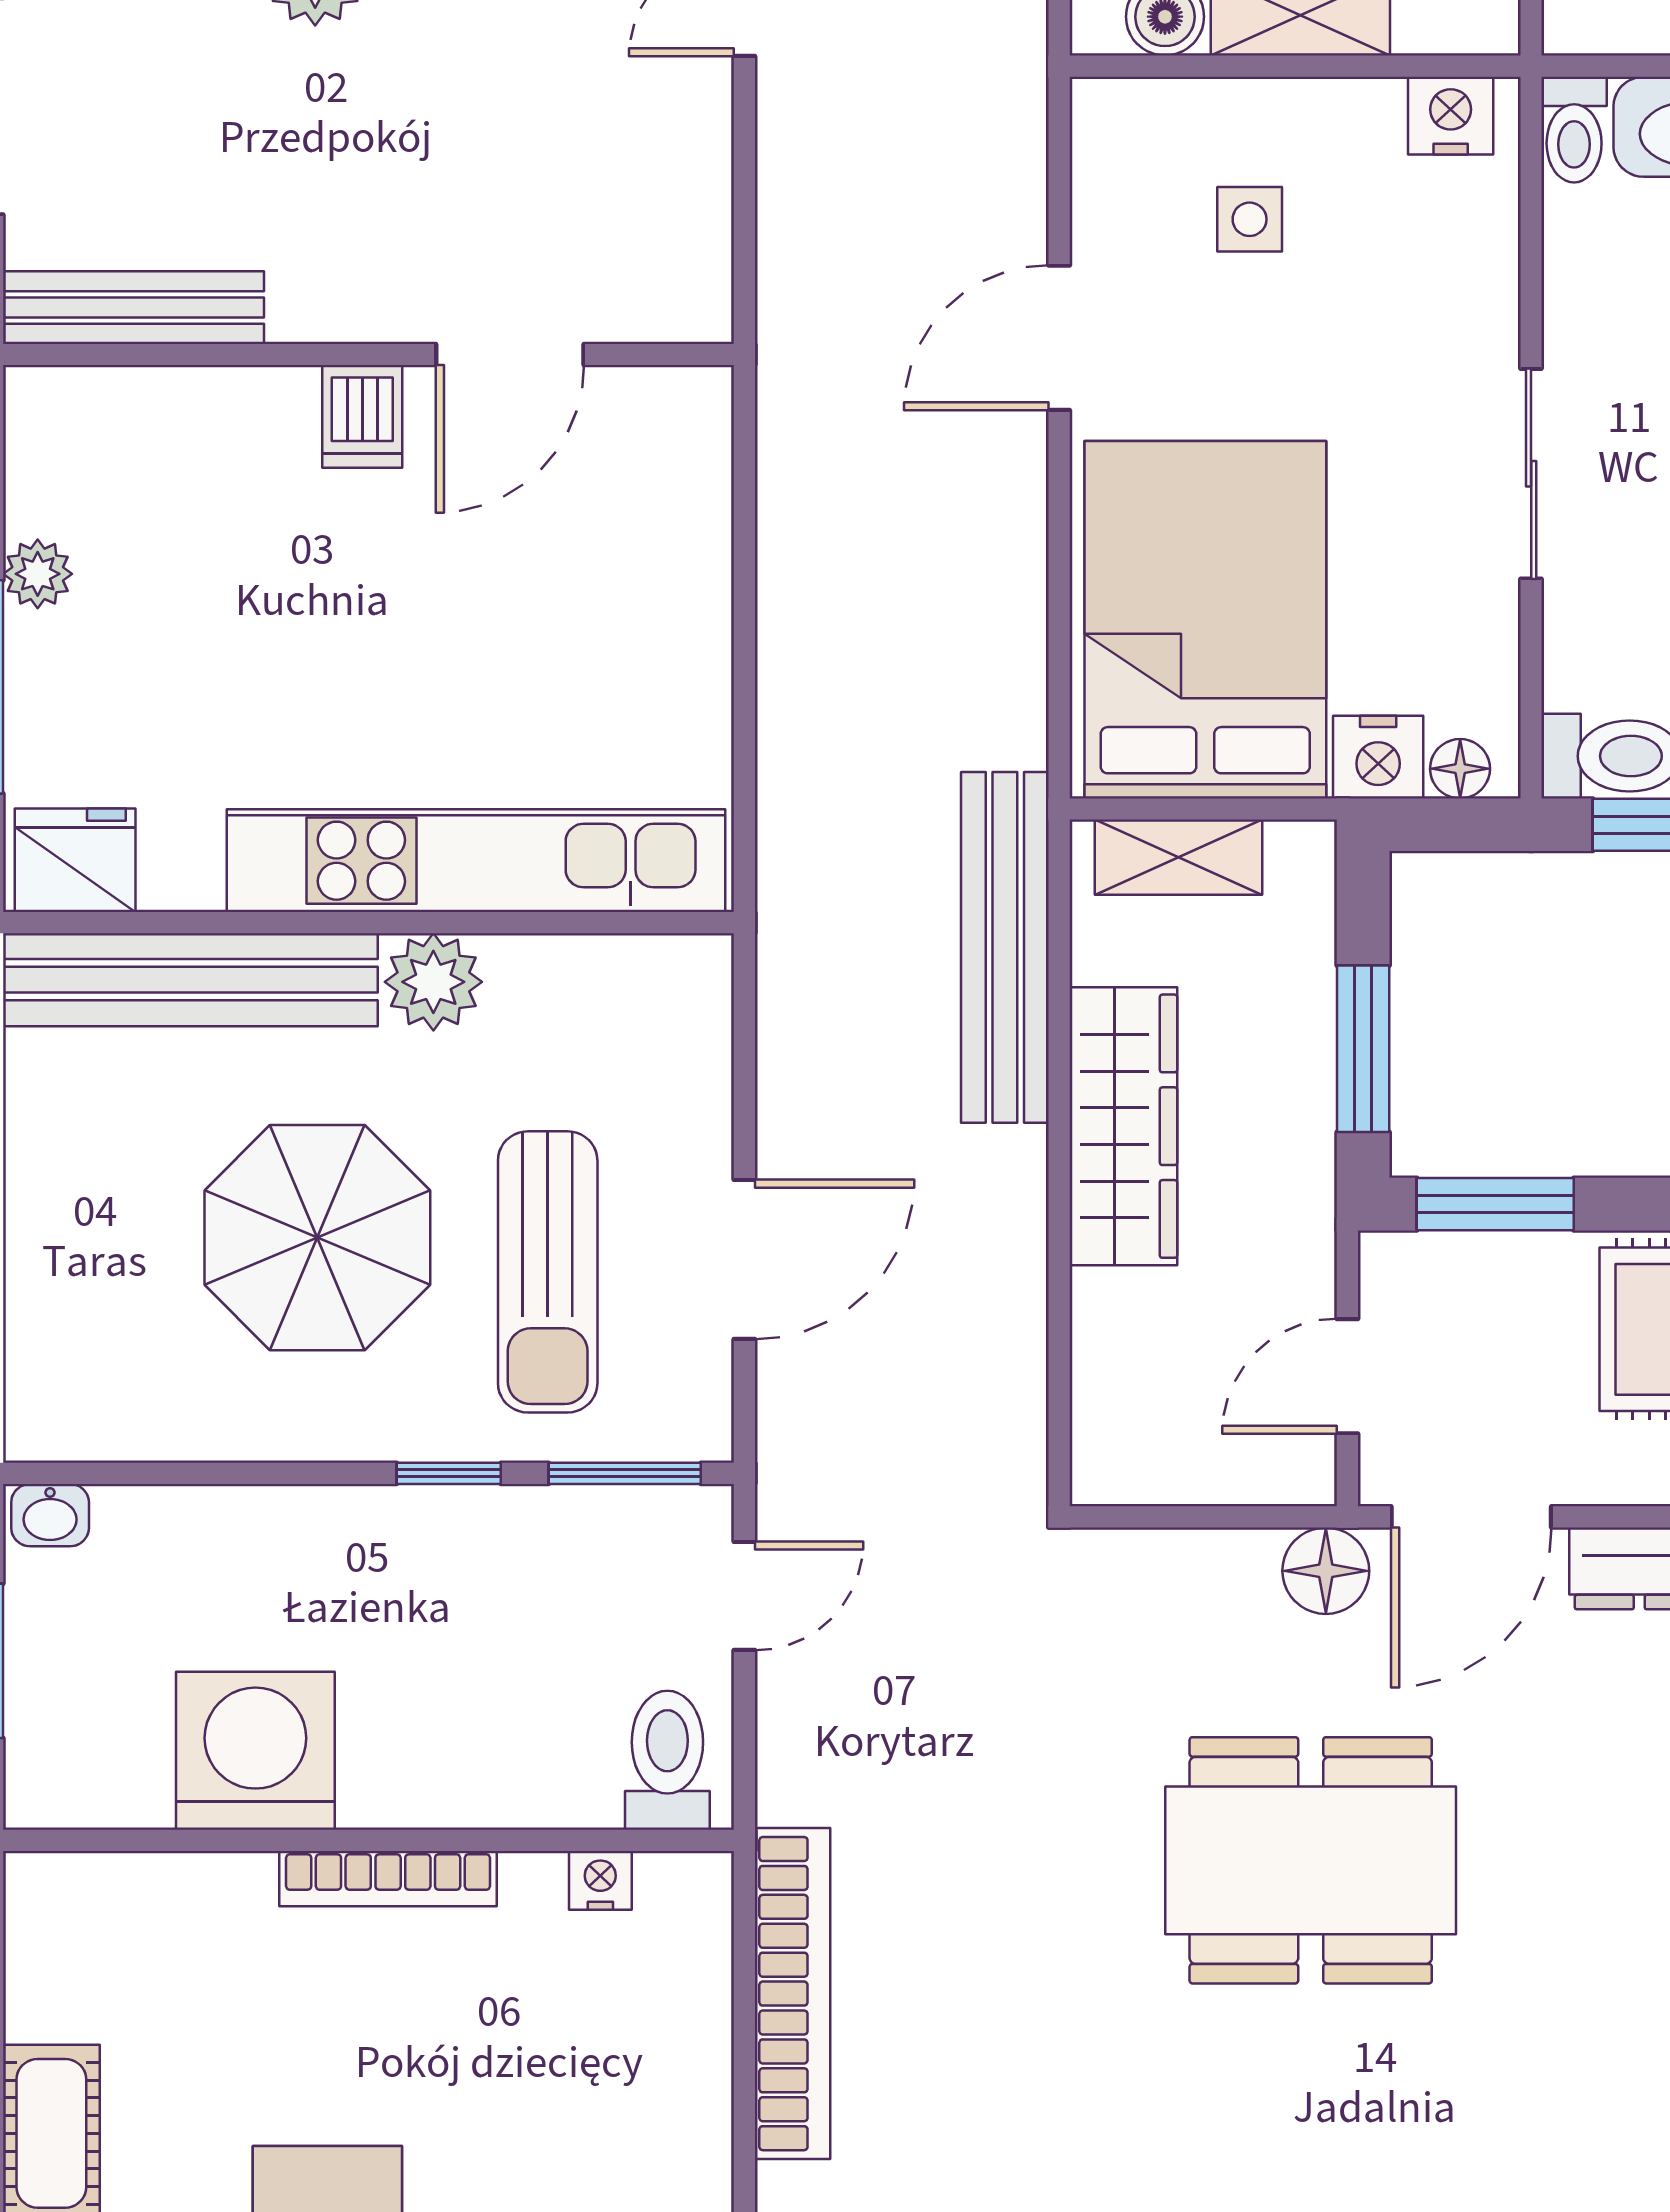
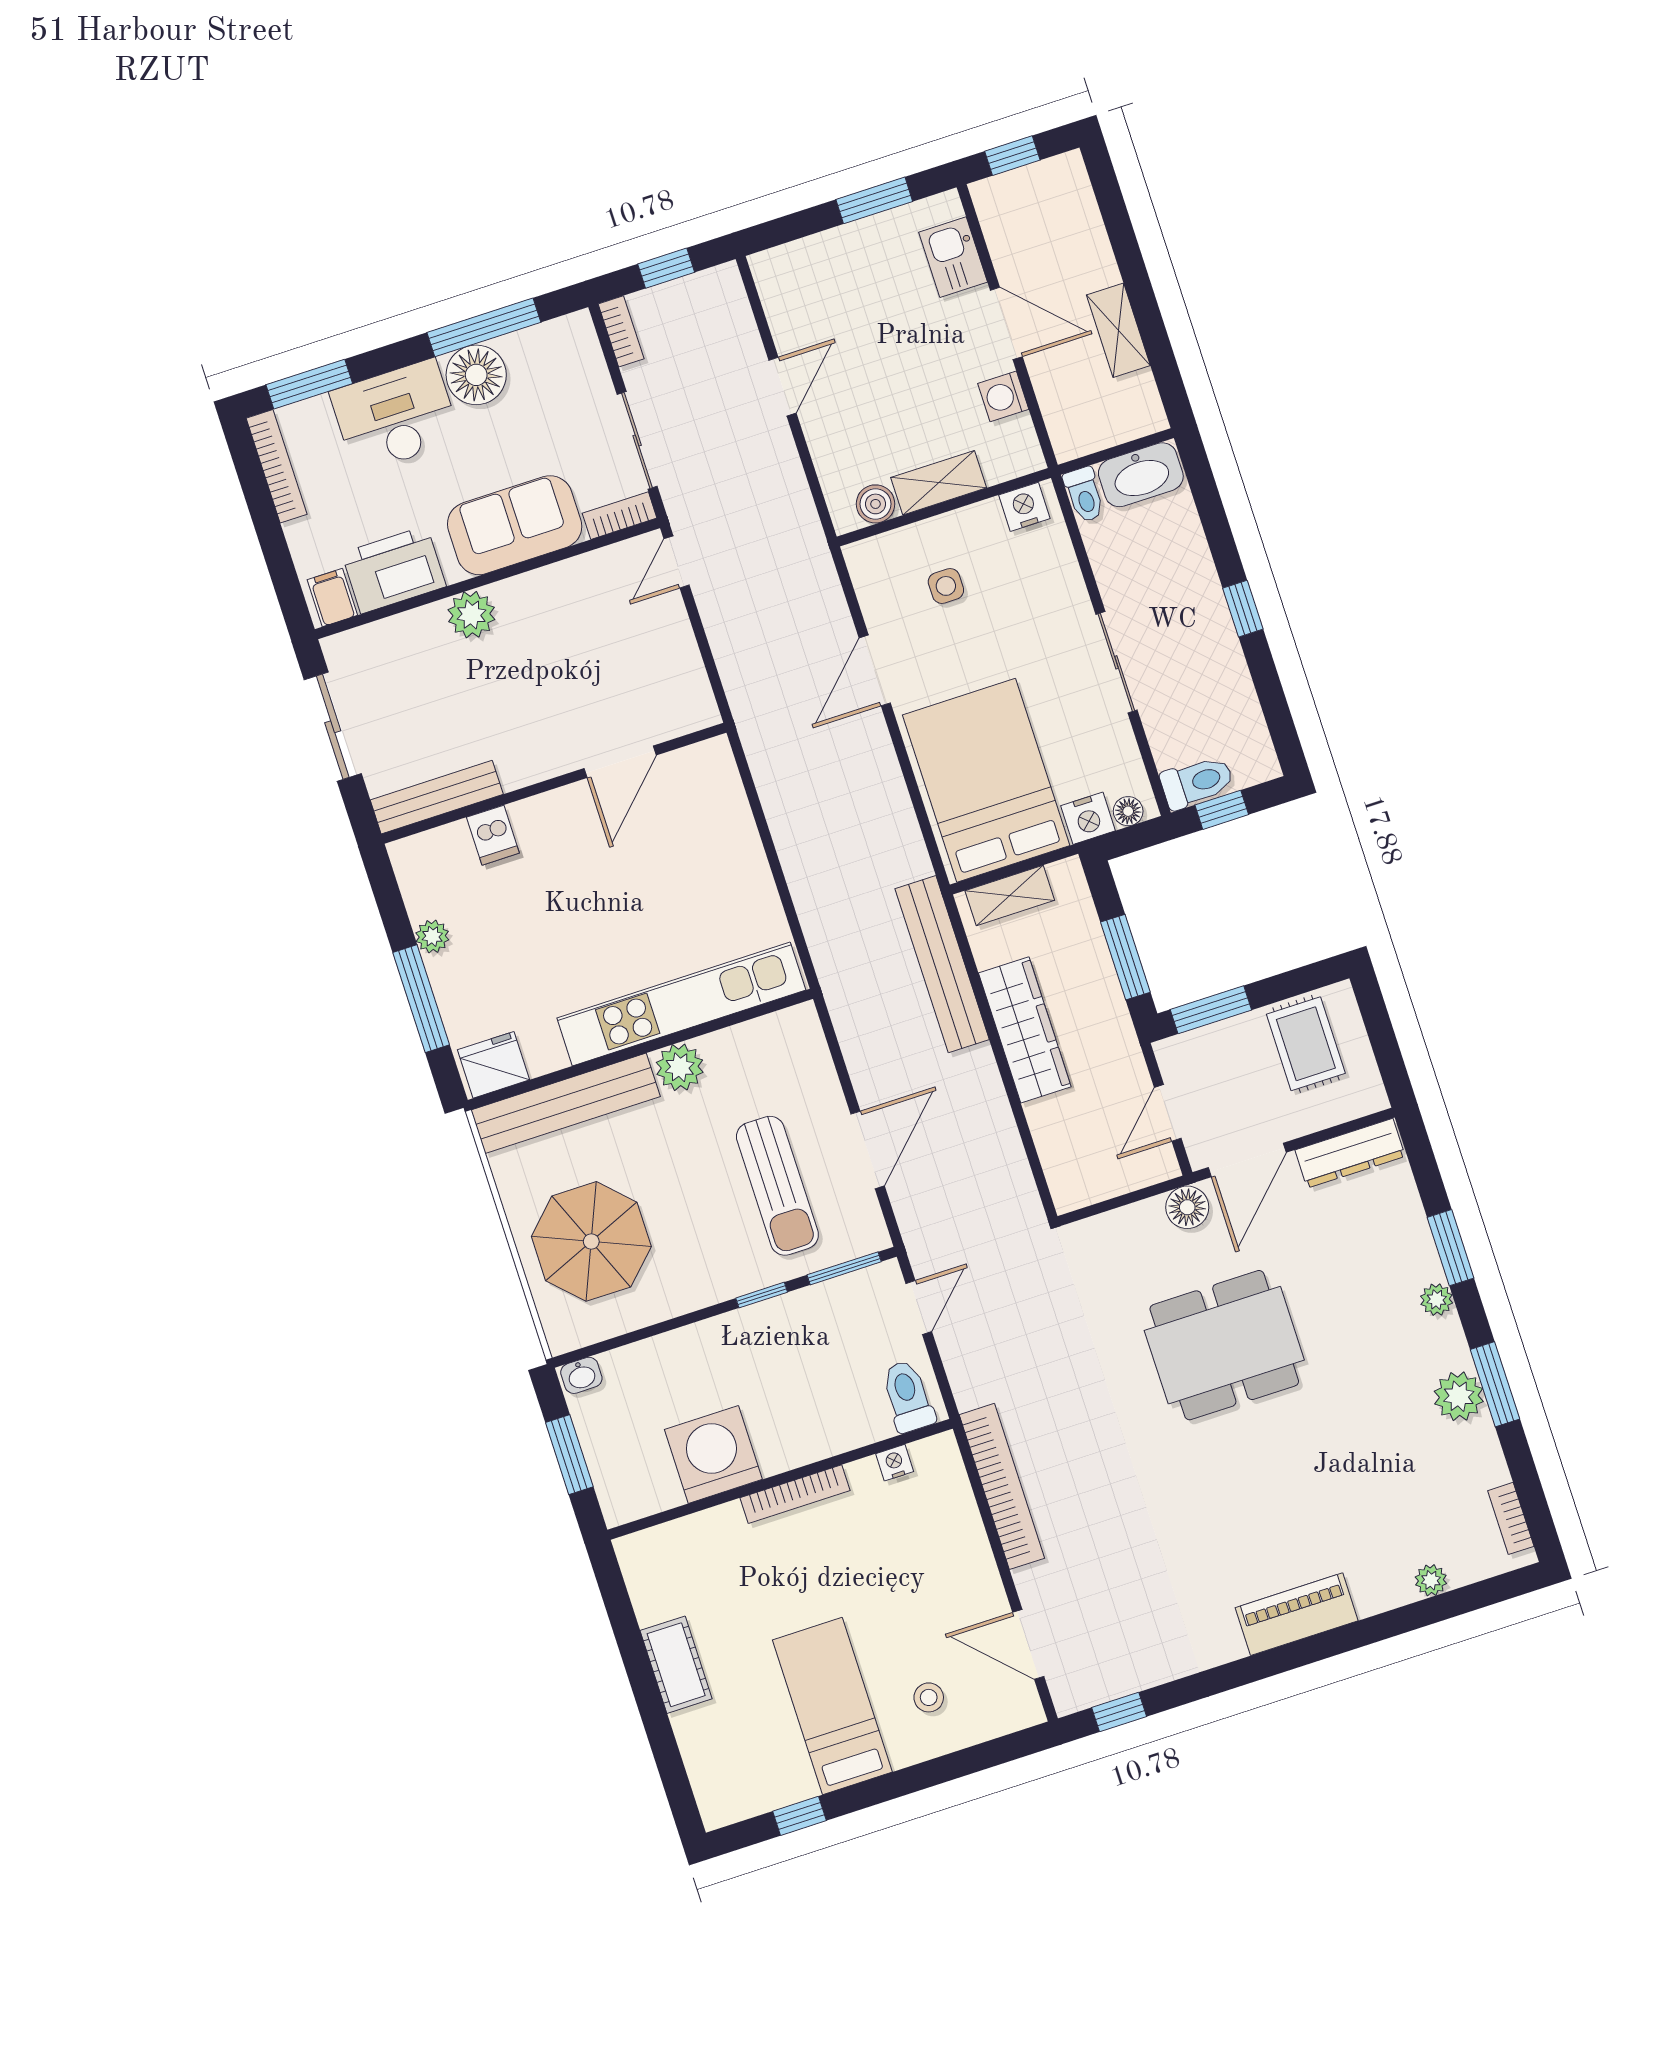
dishwasher: (362, 416) -> (493, 835), moved
parasol: (317, 1238) -> (591, 1241), moved

